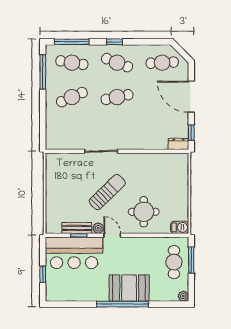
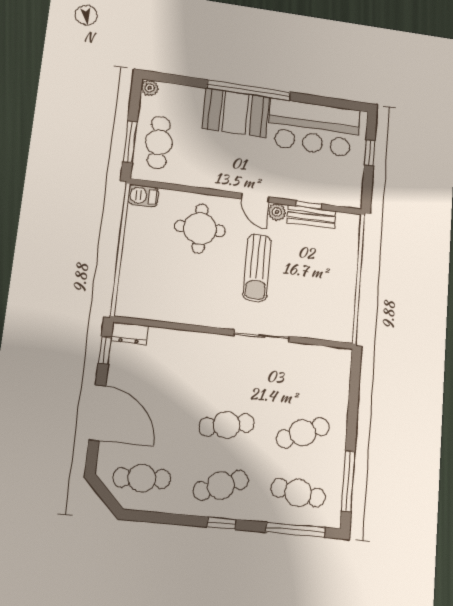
cafe table: (117, 63) -> (221, 485), turned -42
sun lounger: (107, 192) -> (257, 268), turned -46
bar counter: (74, 253) -> (314, 128), moved, turned 180

